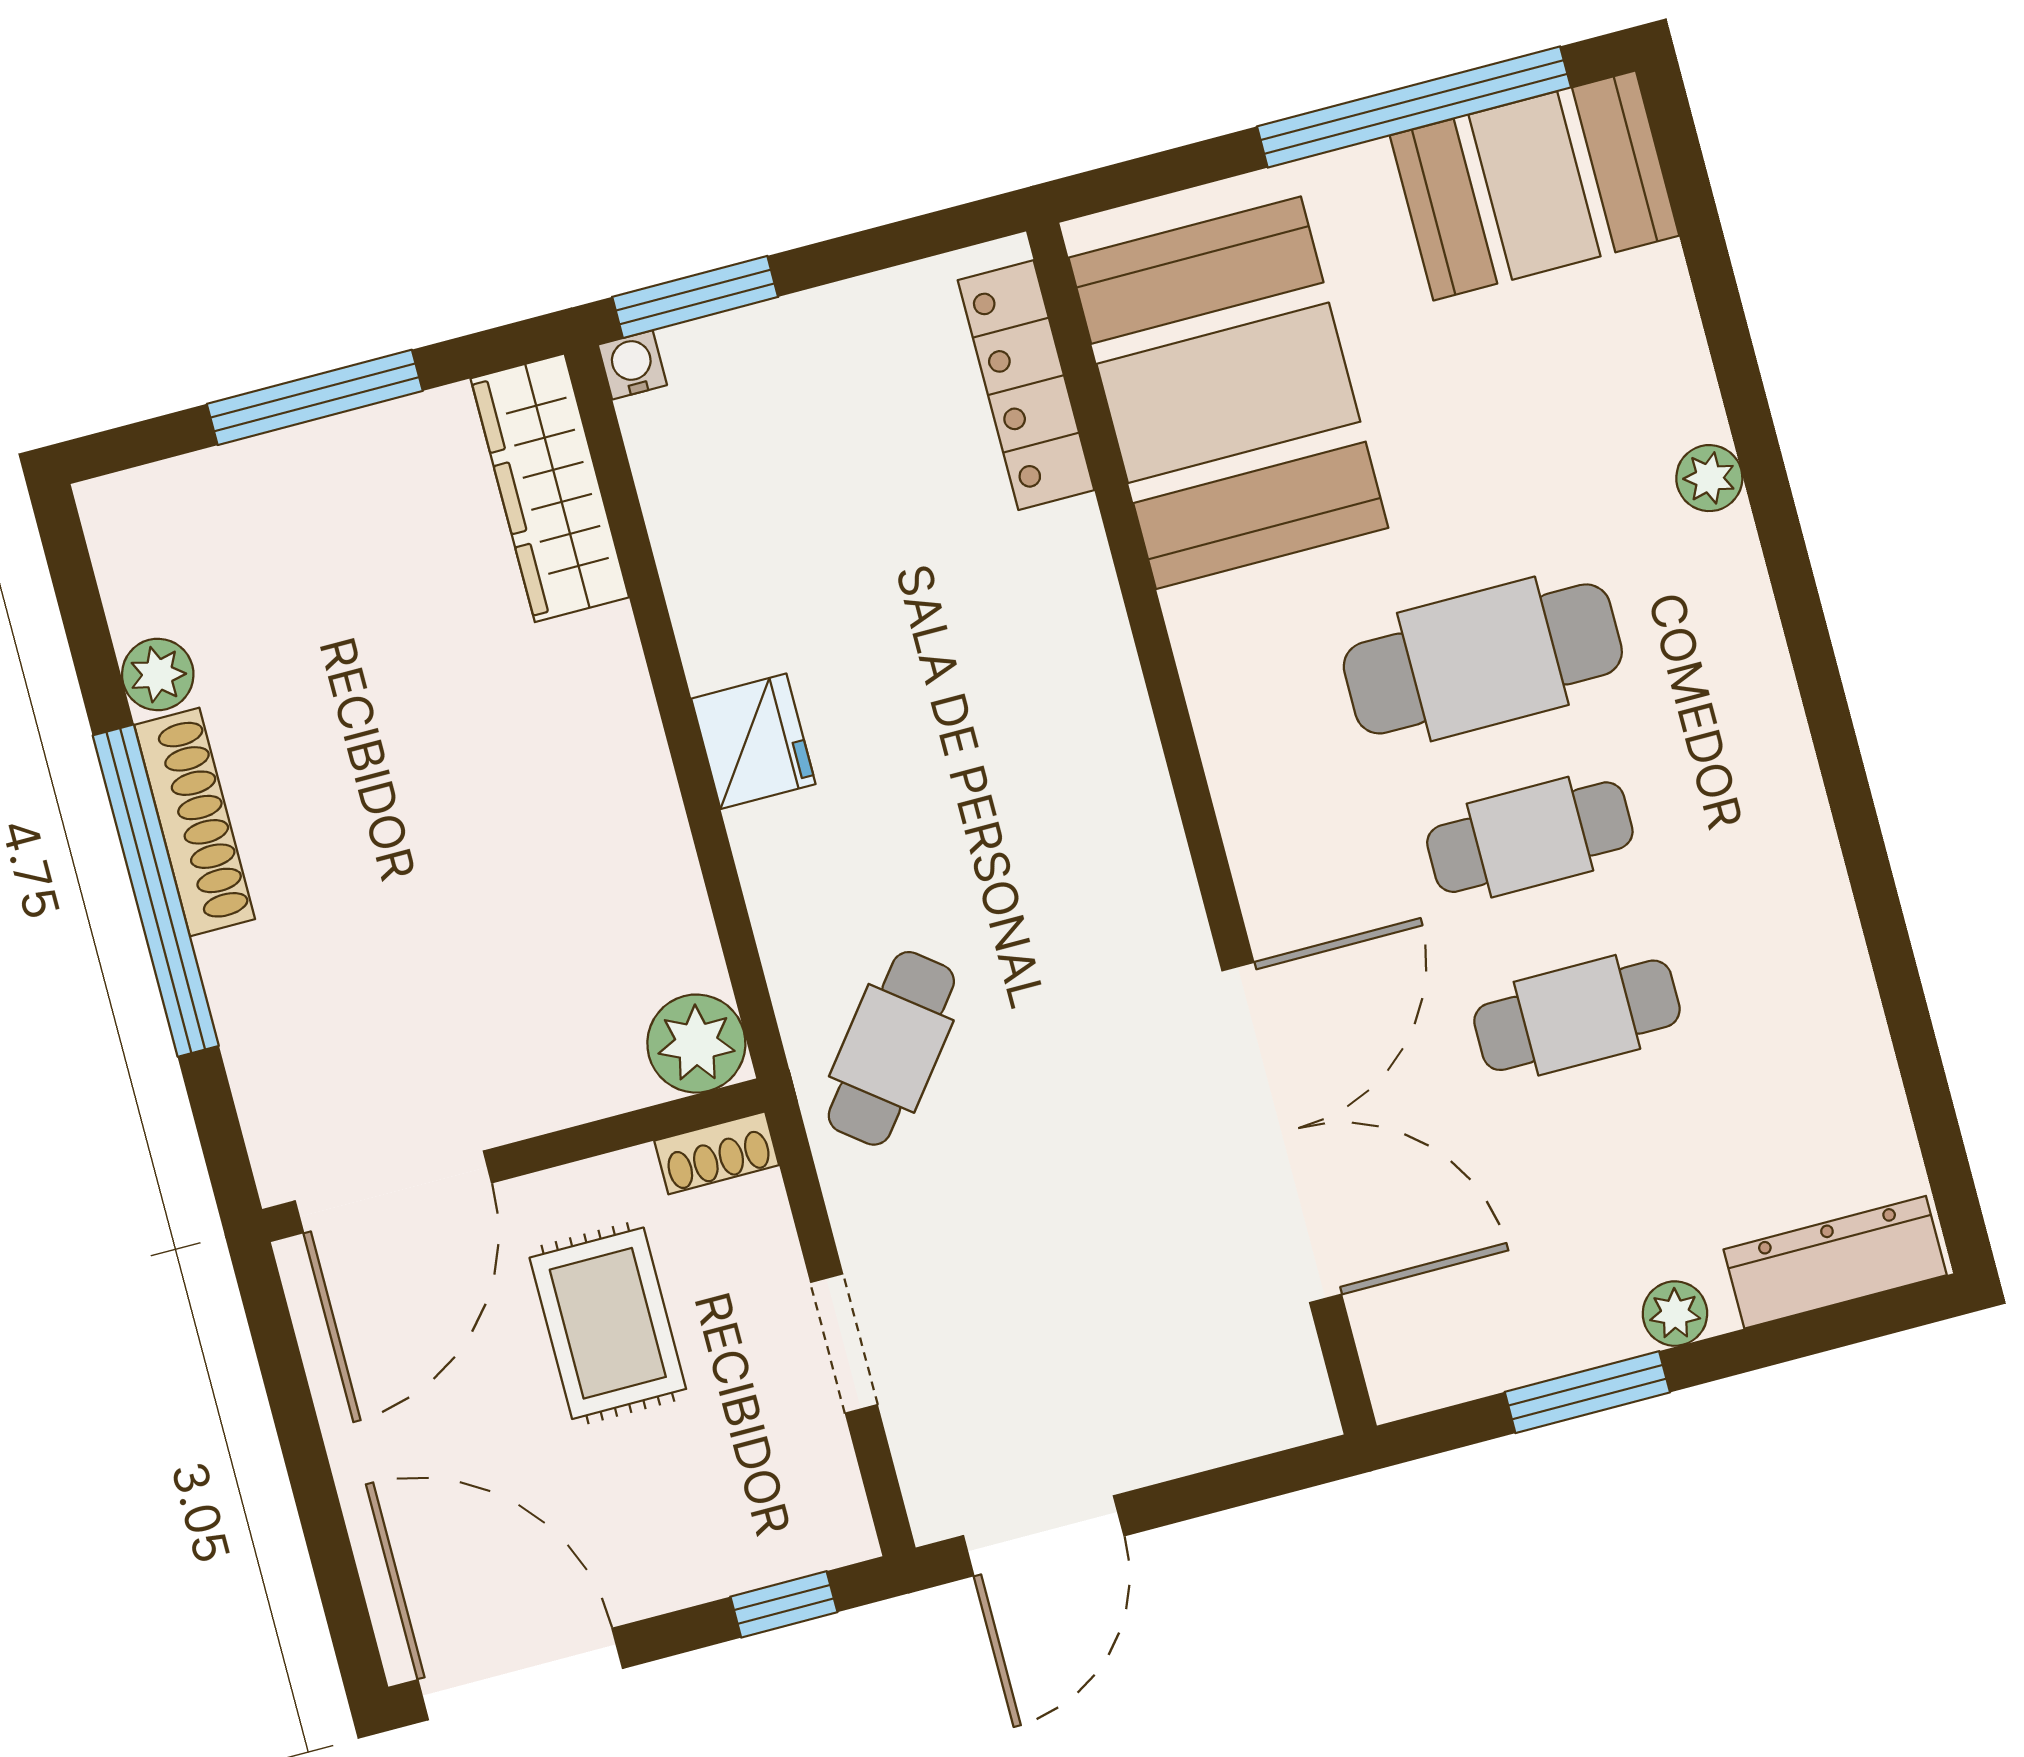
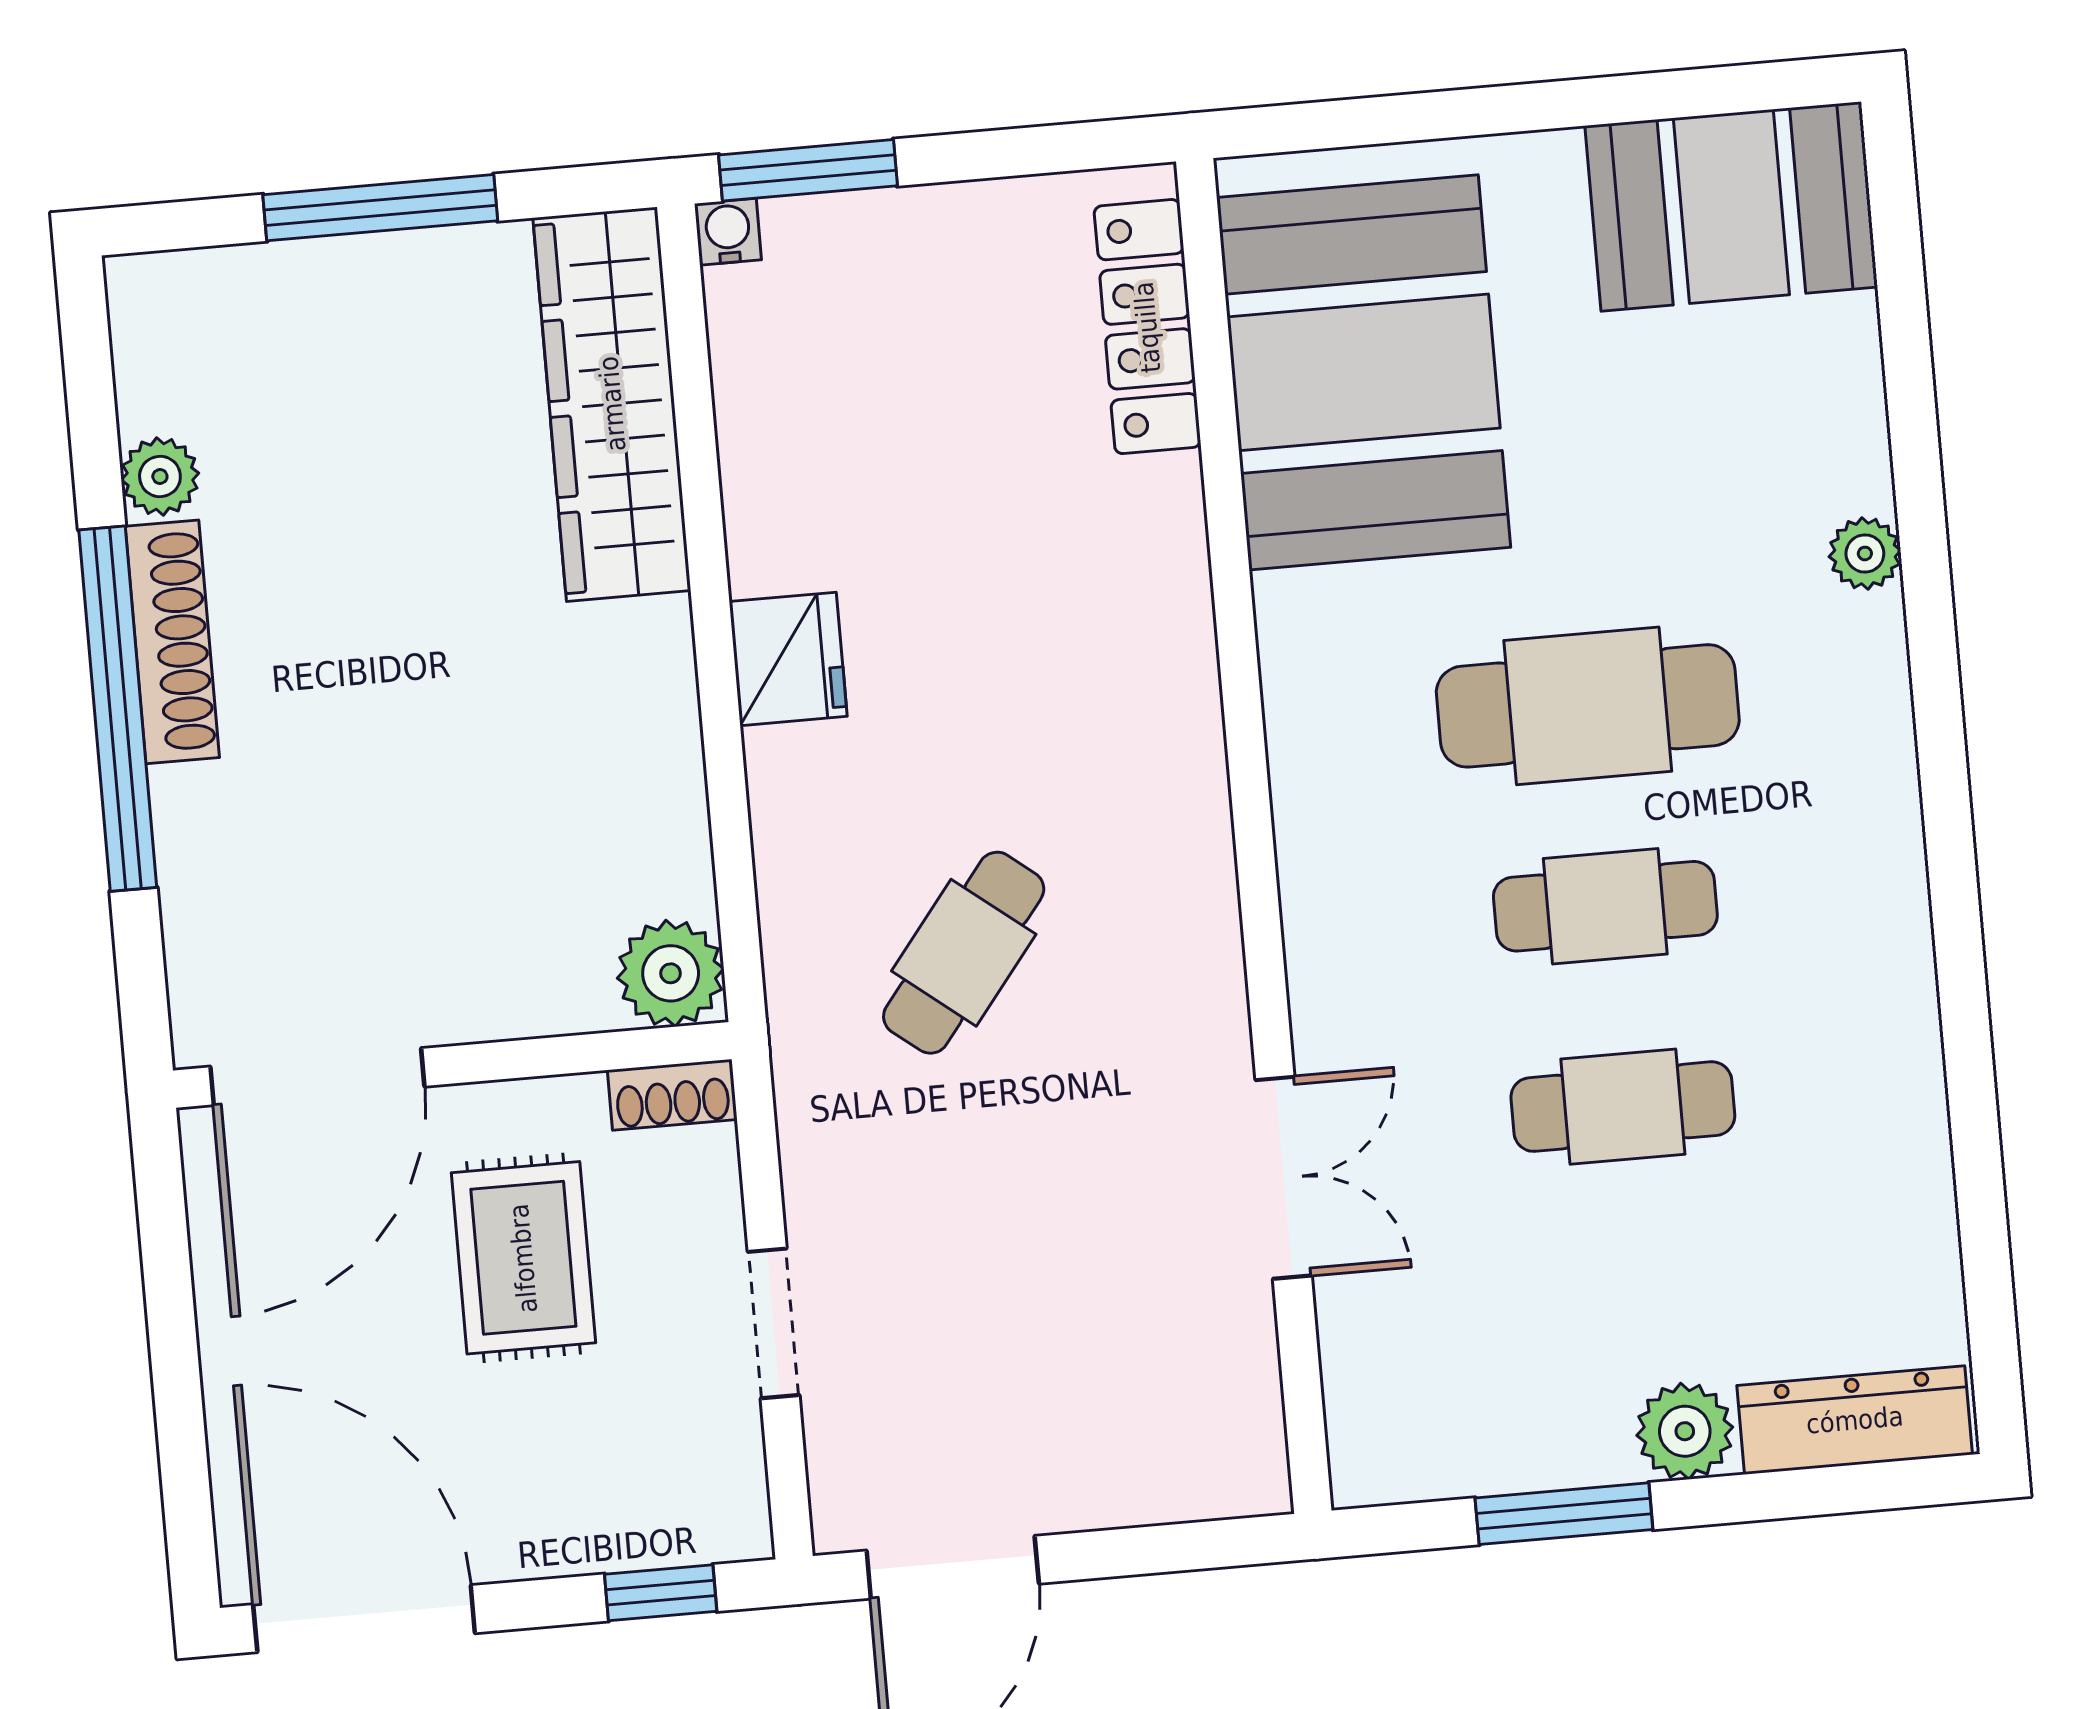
window: (1414, 107) -> (1616, 100), removed
wardrobe: (550, 488) -> (612, 404), width x1.40, depth x1.17
cafe table: (891, 1048) -> (964, 953), moved
double door: (1282, 1132) -> (1284, 1178), width x0.54
plant: (1675, 1314) -> (1685, 1431), width x1.38, depth x1.38

